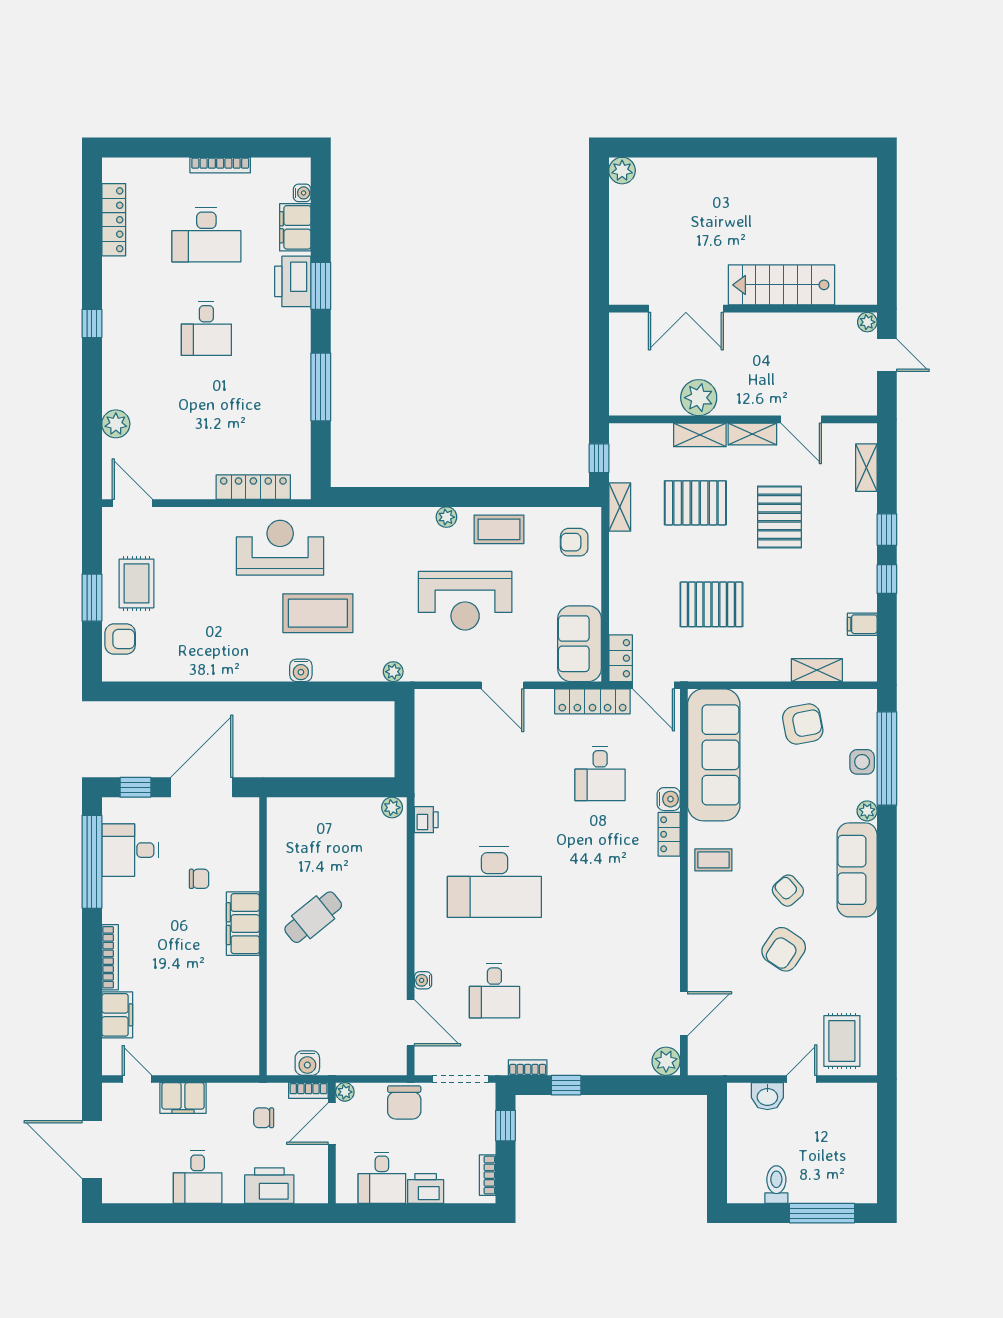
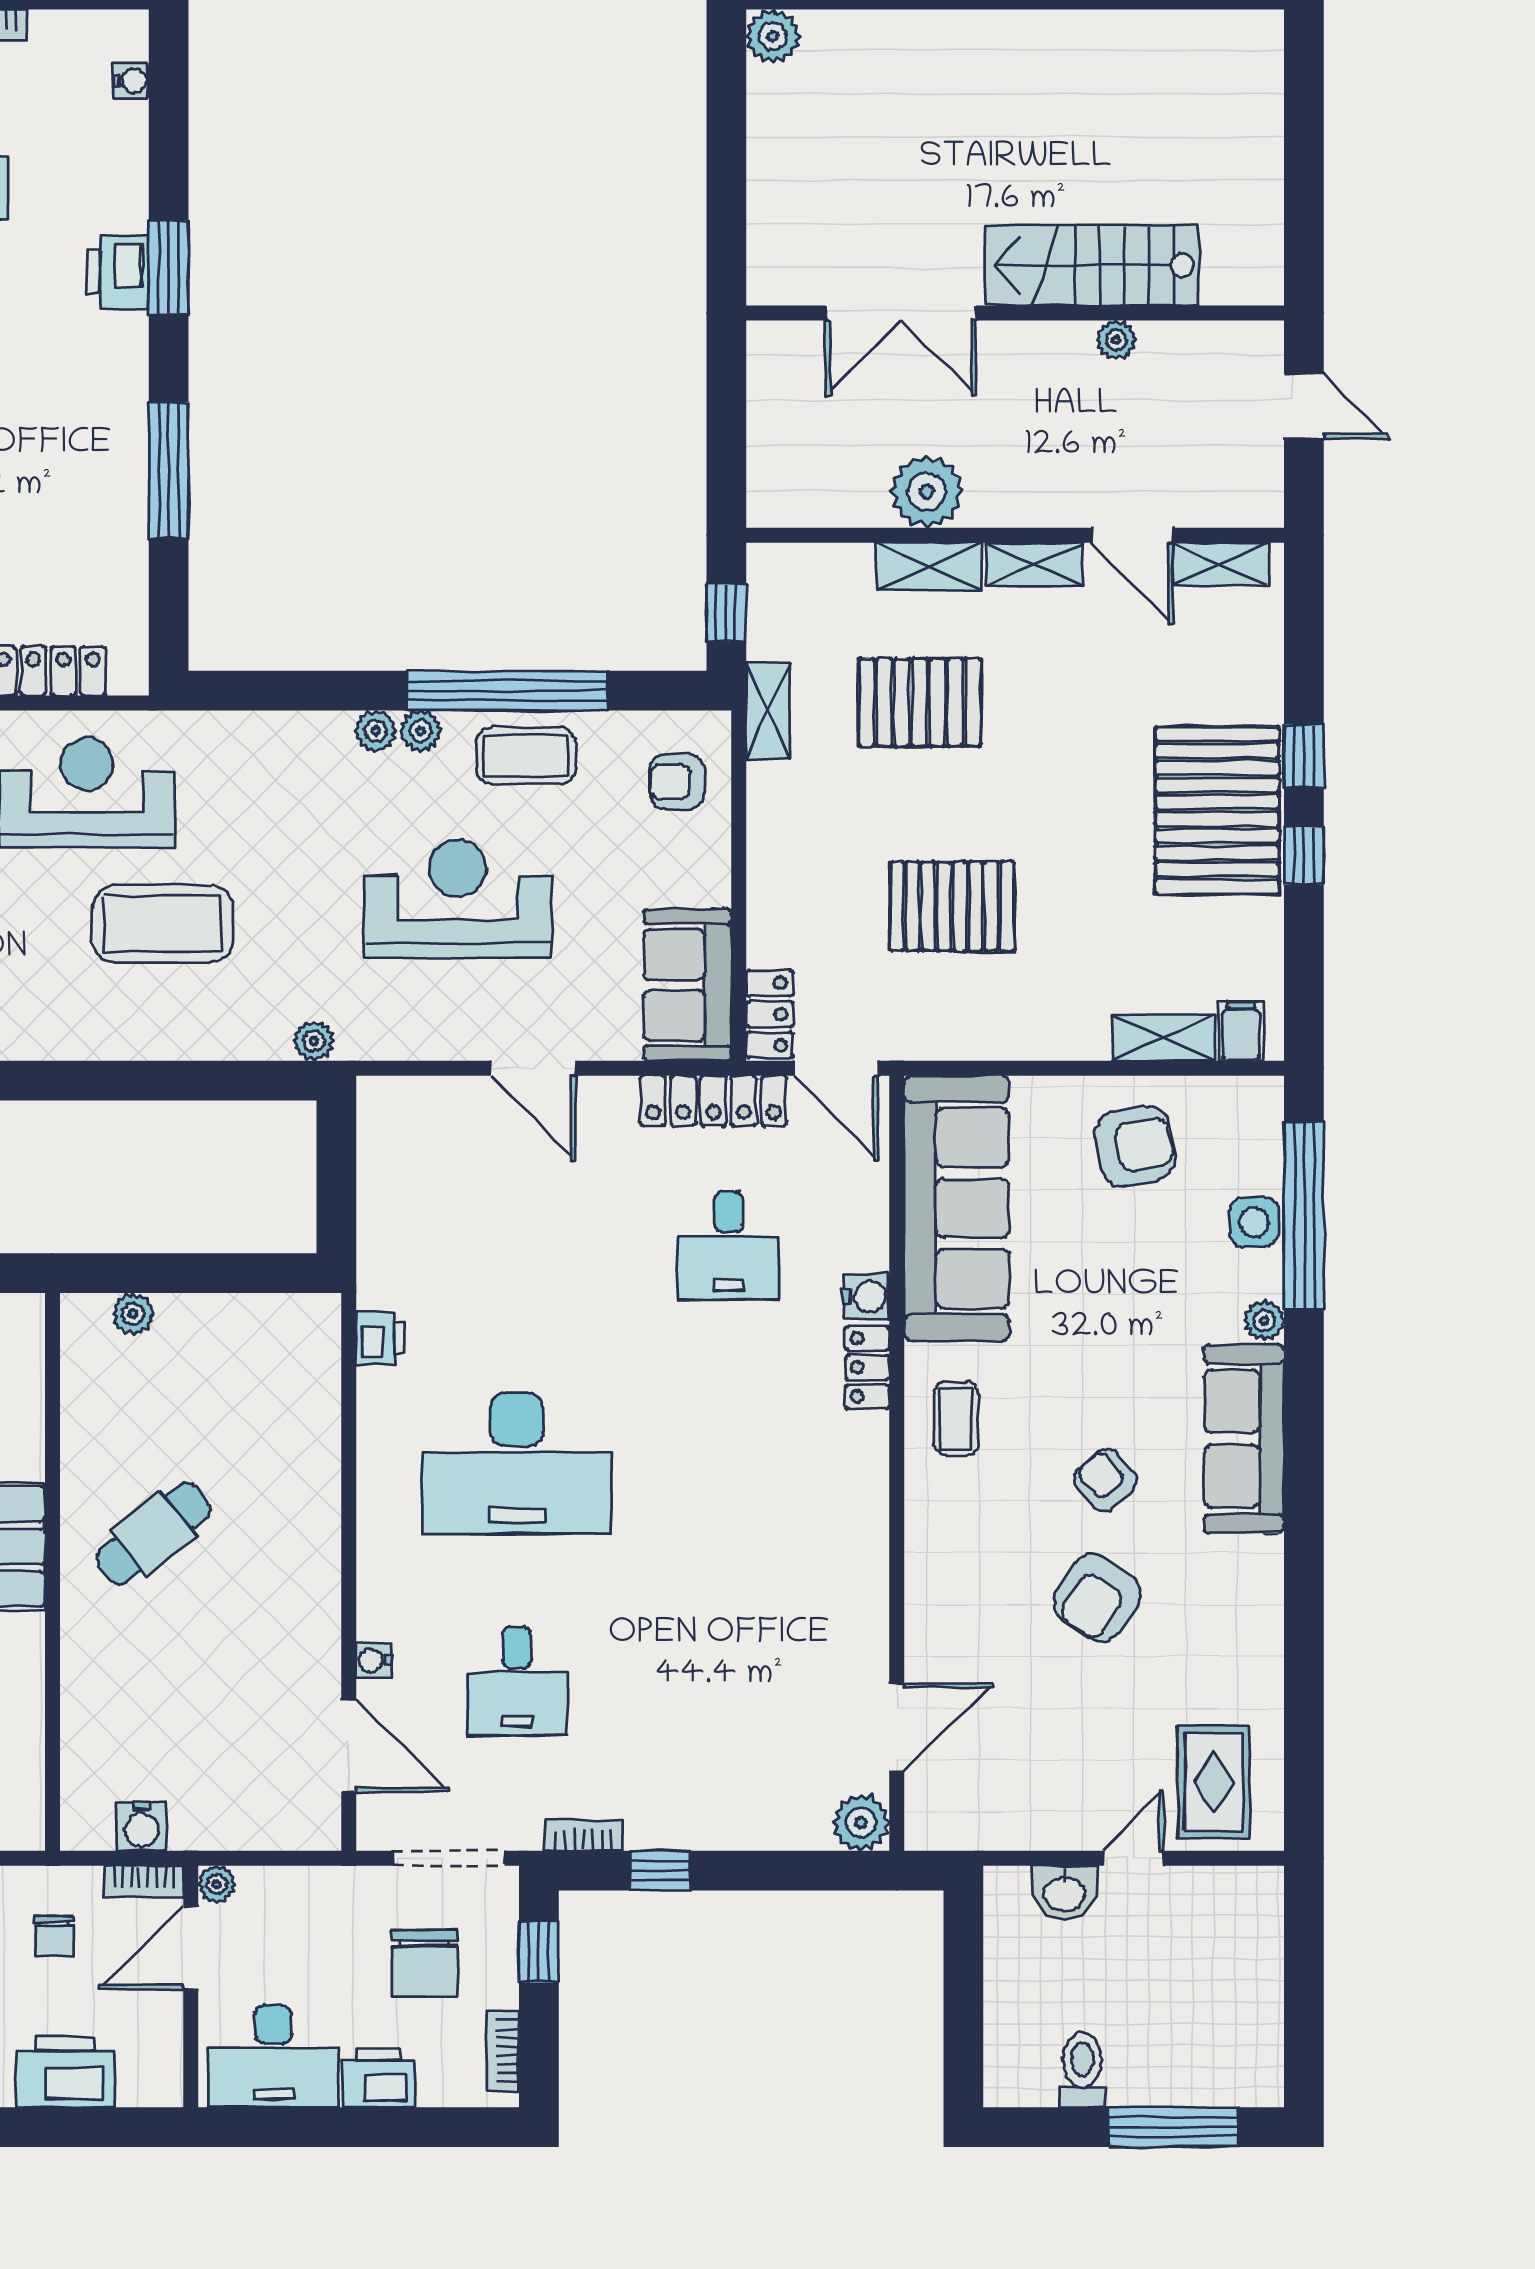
filing cabinet: (295, 227) -> (117, 150), removed
printer: (293, 281) -> (118, 272), width x0.73, depth x0.84
plant: (867, 322) -> (1116, 340), moved
shelving: (866, 468) -> (1221, 564), moved, turned 90
window: (490, 497) -> (508, 691), added
plant: (424, 517) -> (376, 731), added
pallet: (779, 517) -> (1217, 810), moved, width x1.37, depth x1.41
reception desk: (465, 601) -> (458, 899), turned 180
filing cabinet: (862, 624) -> (1241, 1031), moved, turned 90
water cooler: (301, 670) -> (129, 1039), removed
plant: (392, 808) -> (133, 1314), moved
coffee table: (713, 860) -> (956, 1419), turned 90
chair: (404, 1102) -> (425, 1963), moved
chair: (264, 1118) -> (54, 1936), turned -90
desk: (382, 1178) -> (273, 2056), width x1.37

